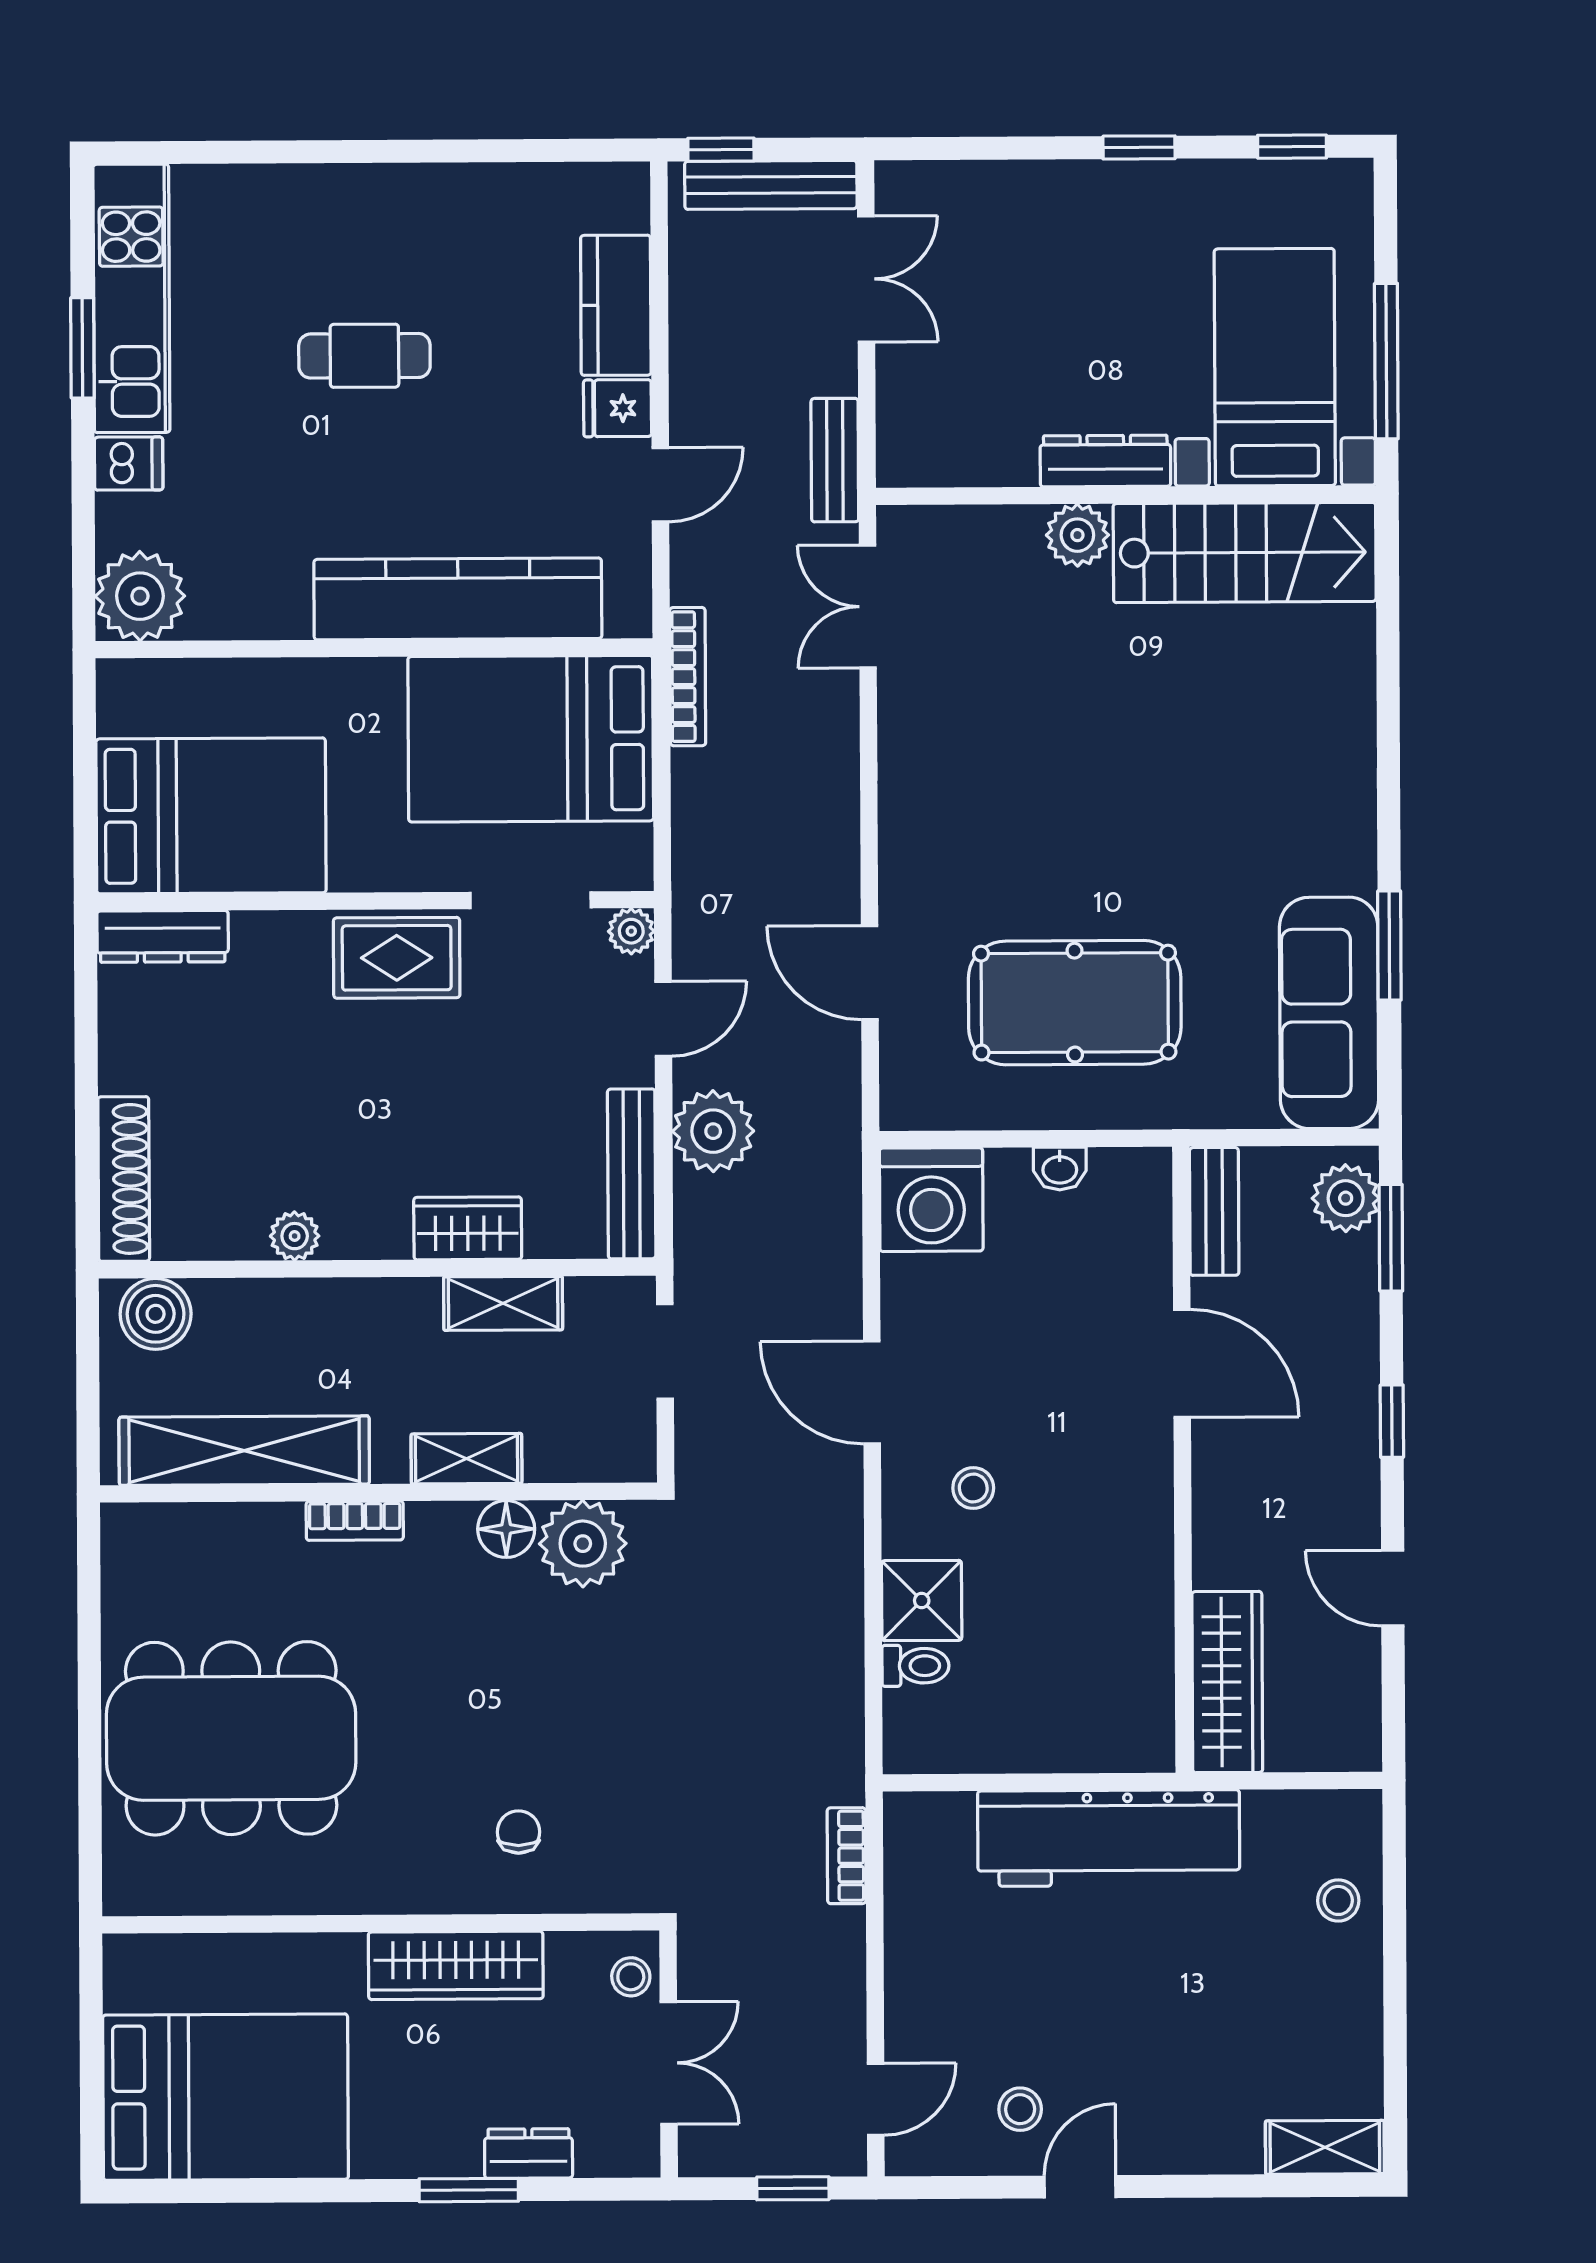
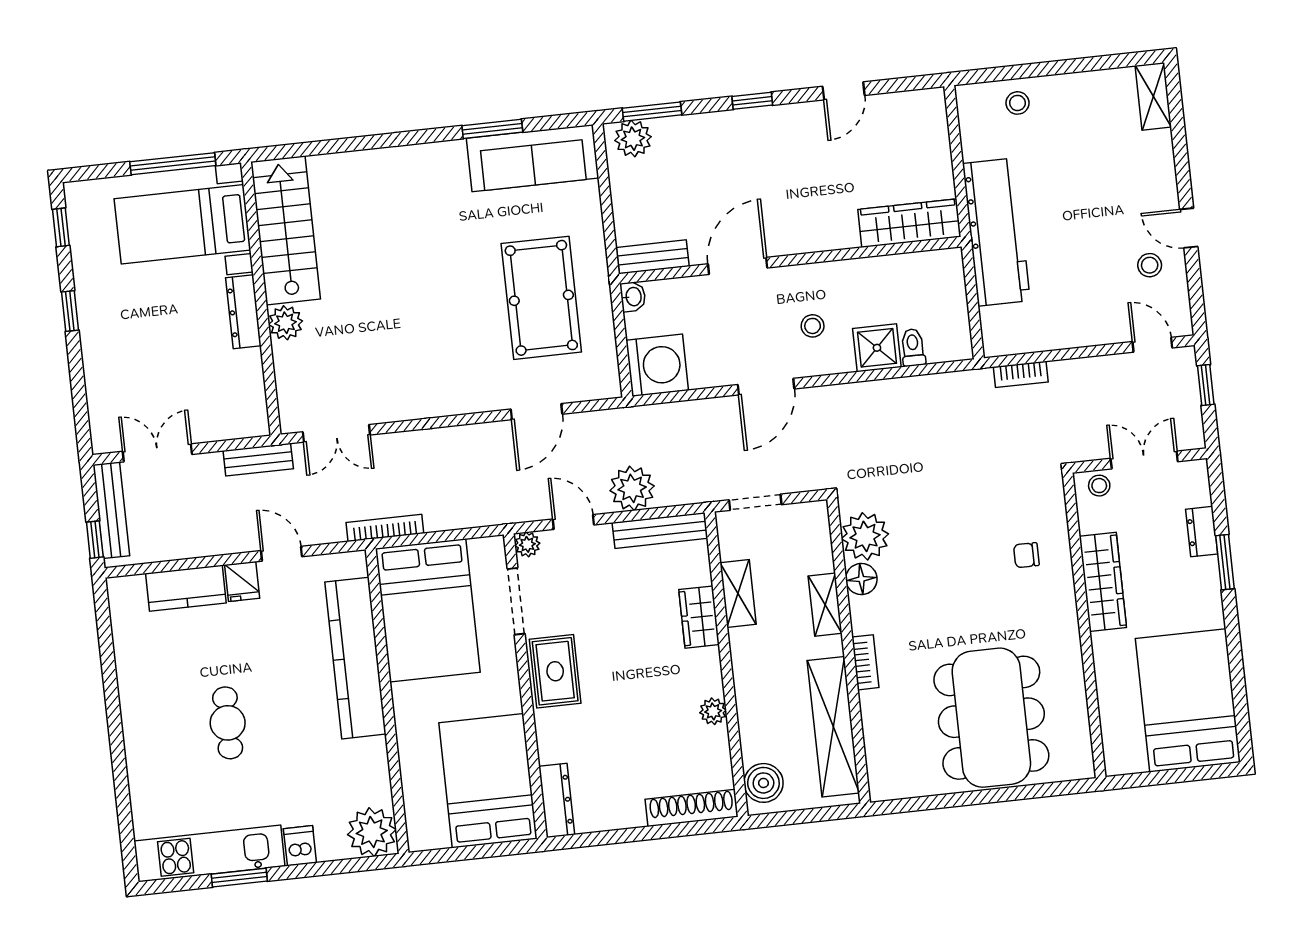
bench: (1214, 1211) -> (653, 257), moved
door: (1182, 1363) -> (738, 266), moved
wall: (1182, 1460) -> (790, 260), moved
wardrobe: (1227, 1682) -> (909, 223), moved

